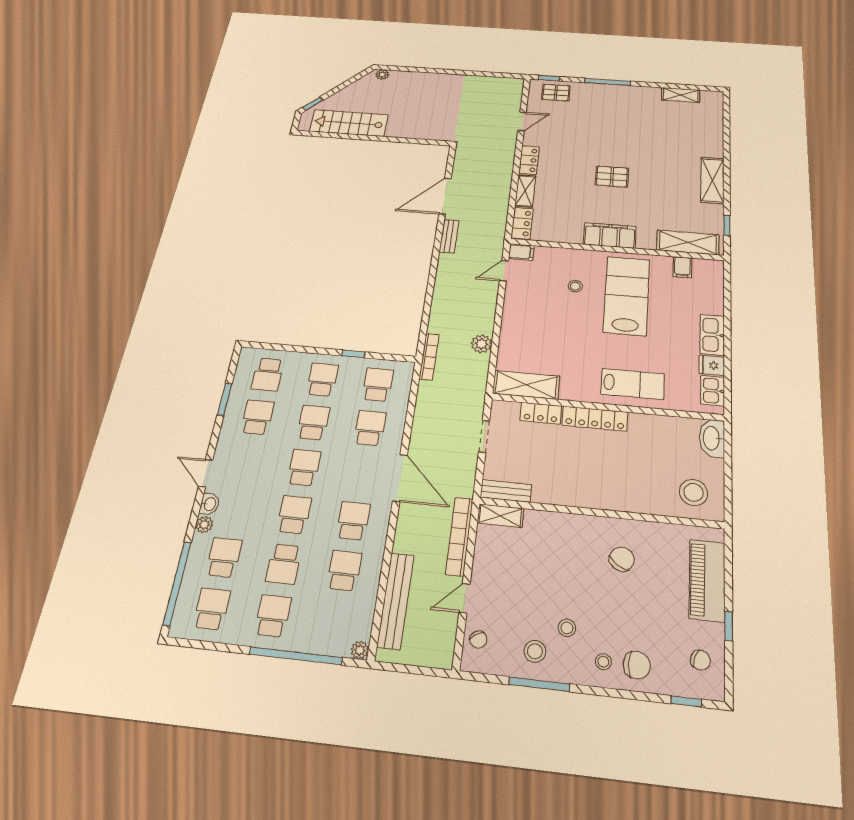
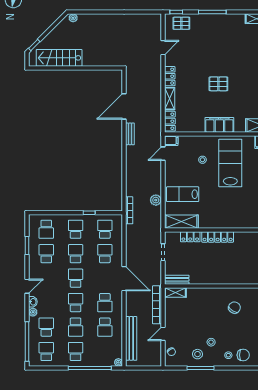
lab bench: (633, 384) -> (183, 194), moved, turned 180
door: (205, 473) -> (27, 286), swing flipped
school desk: (353, 521) -> (105, 303), turned 180
school desk: (344, 571) -> (105, 327), turned 180

